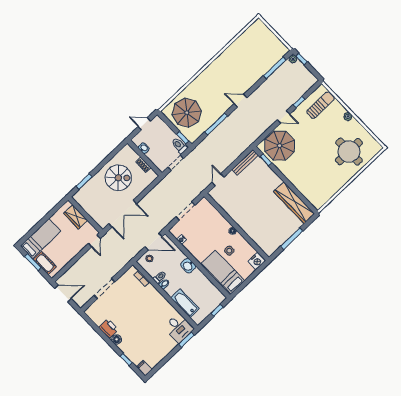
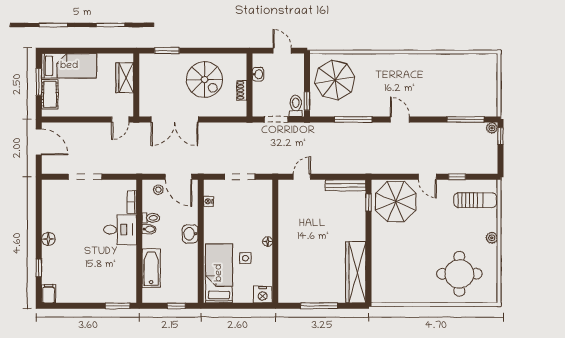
printer: (108, 328) -> (51, 220), removed
desk: (179, 328) -> (120, 230), moved, turned -90

